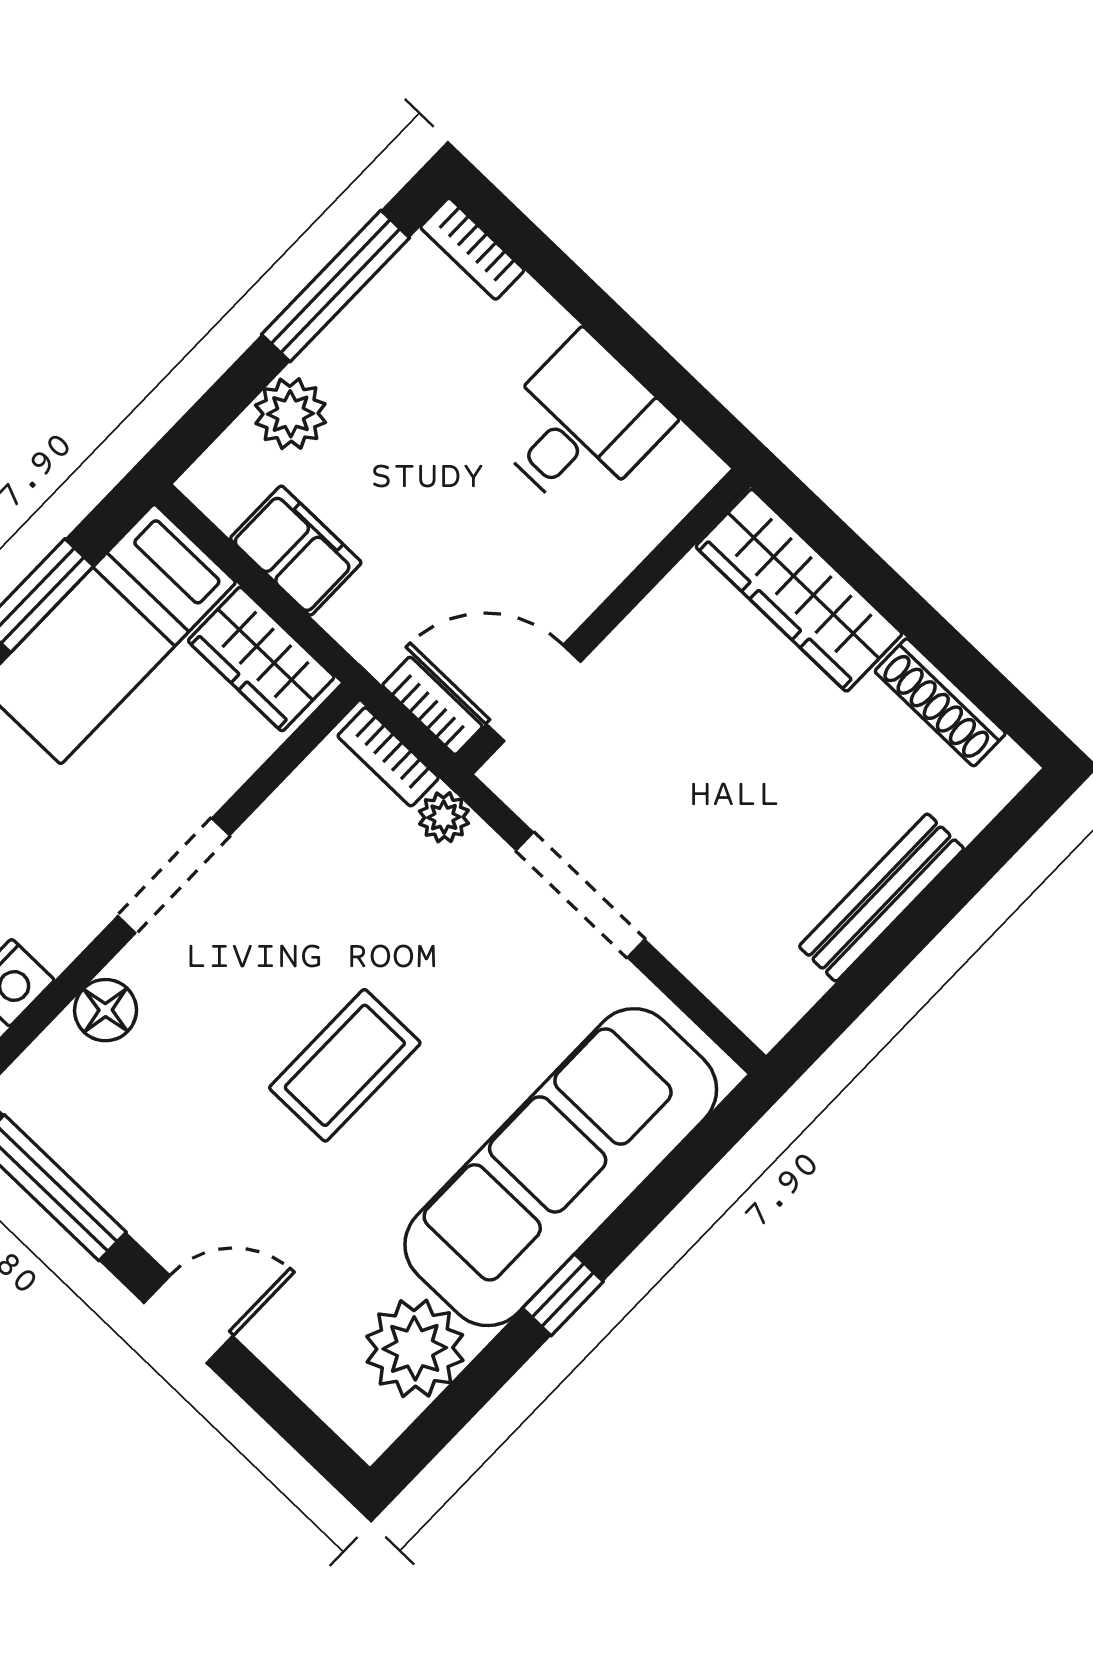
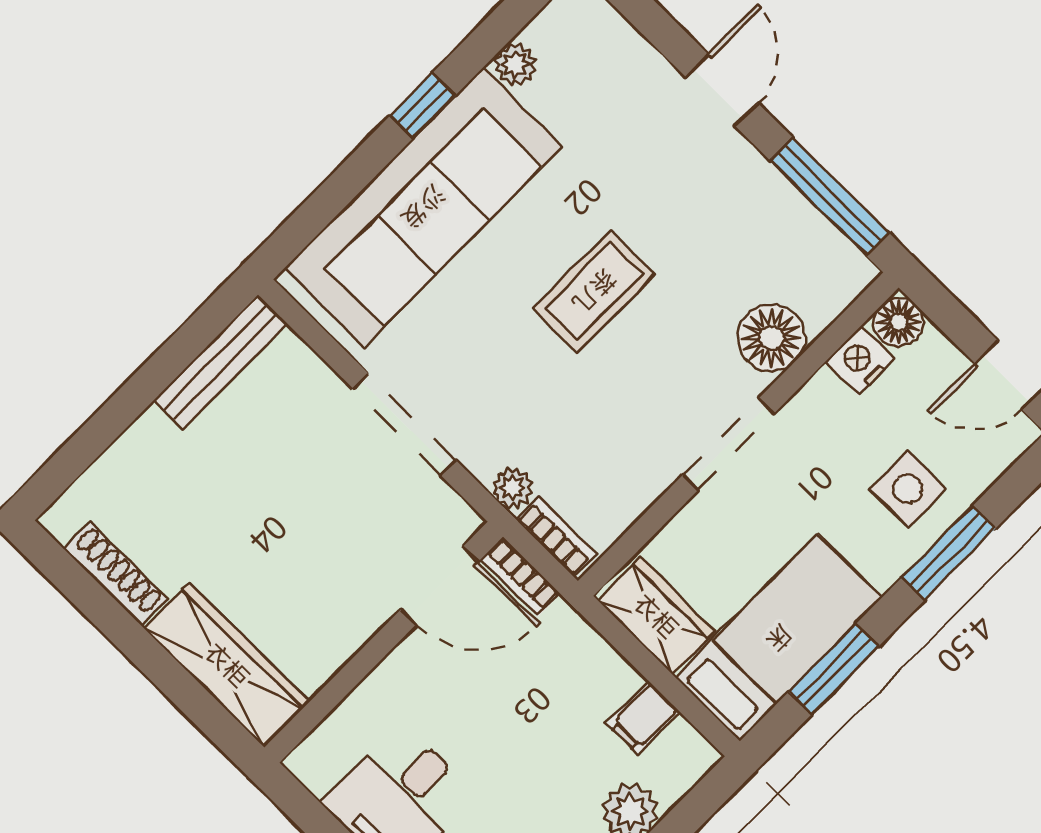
filing cabinet: (296, 551) -> (643, 718), width x0.50
bench: (882, 898) -> (221, 362), moved
floor lamp: (106, 1010) -> (771, 338), width x1.38, depth x1.38
door: (188, 1319) -> (722, 90), swing flipped
plant: (415, 1348) -> (515, 65), width x0.53, depth x0.53

